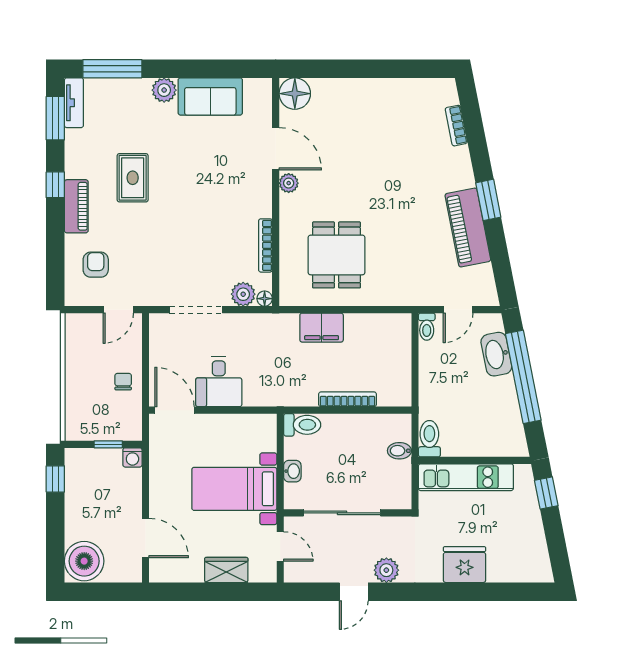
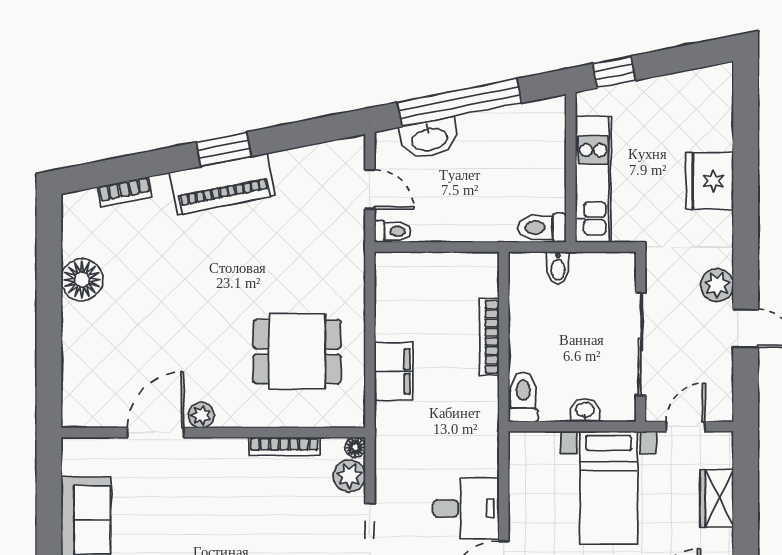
floor lamp: (295, 94) -> (82, 280), moved
piano: (468, 228) -> (222, 184), moved

